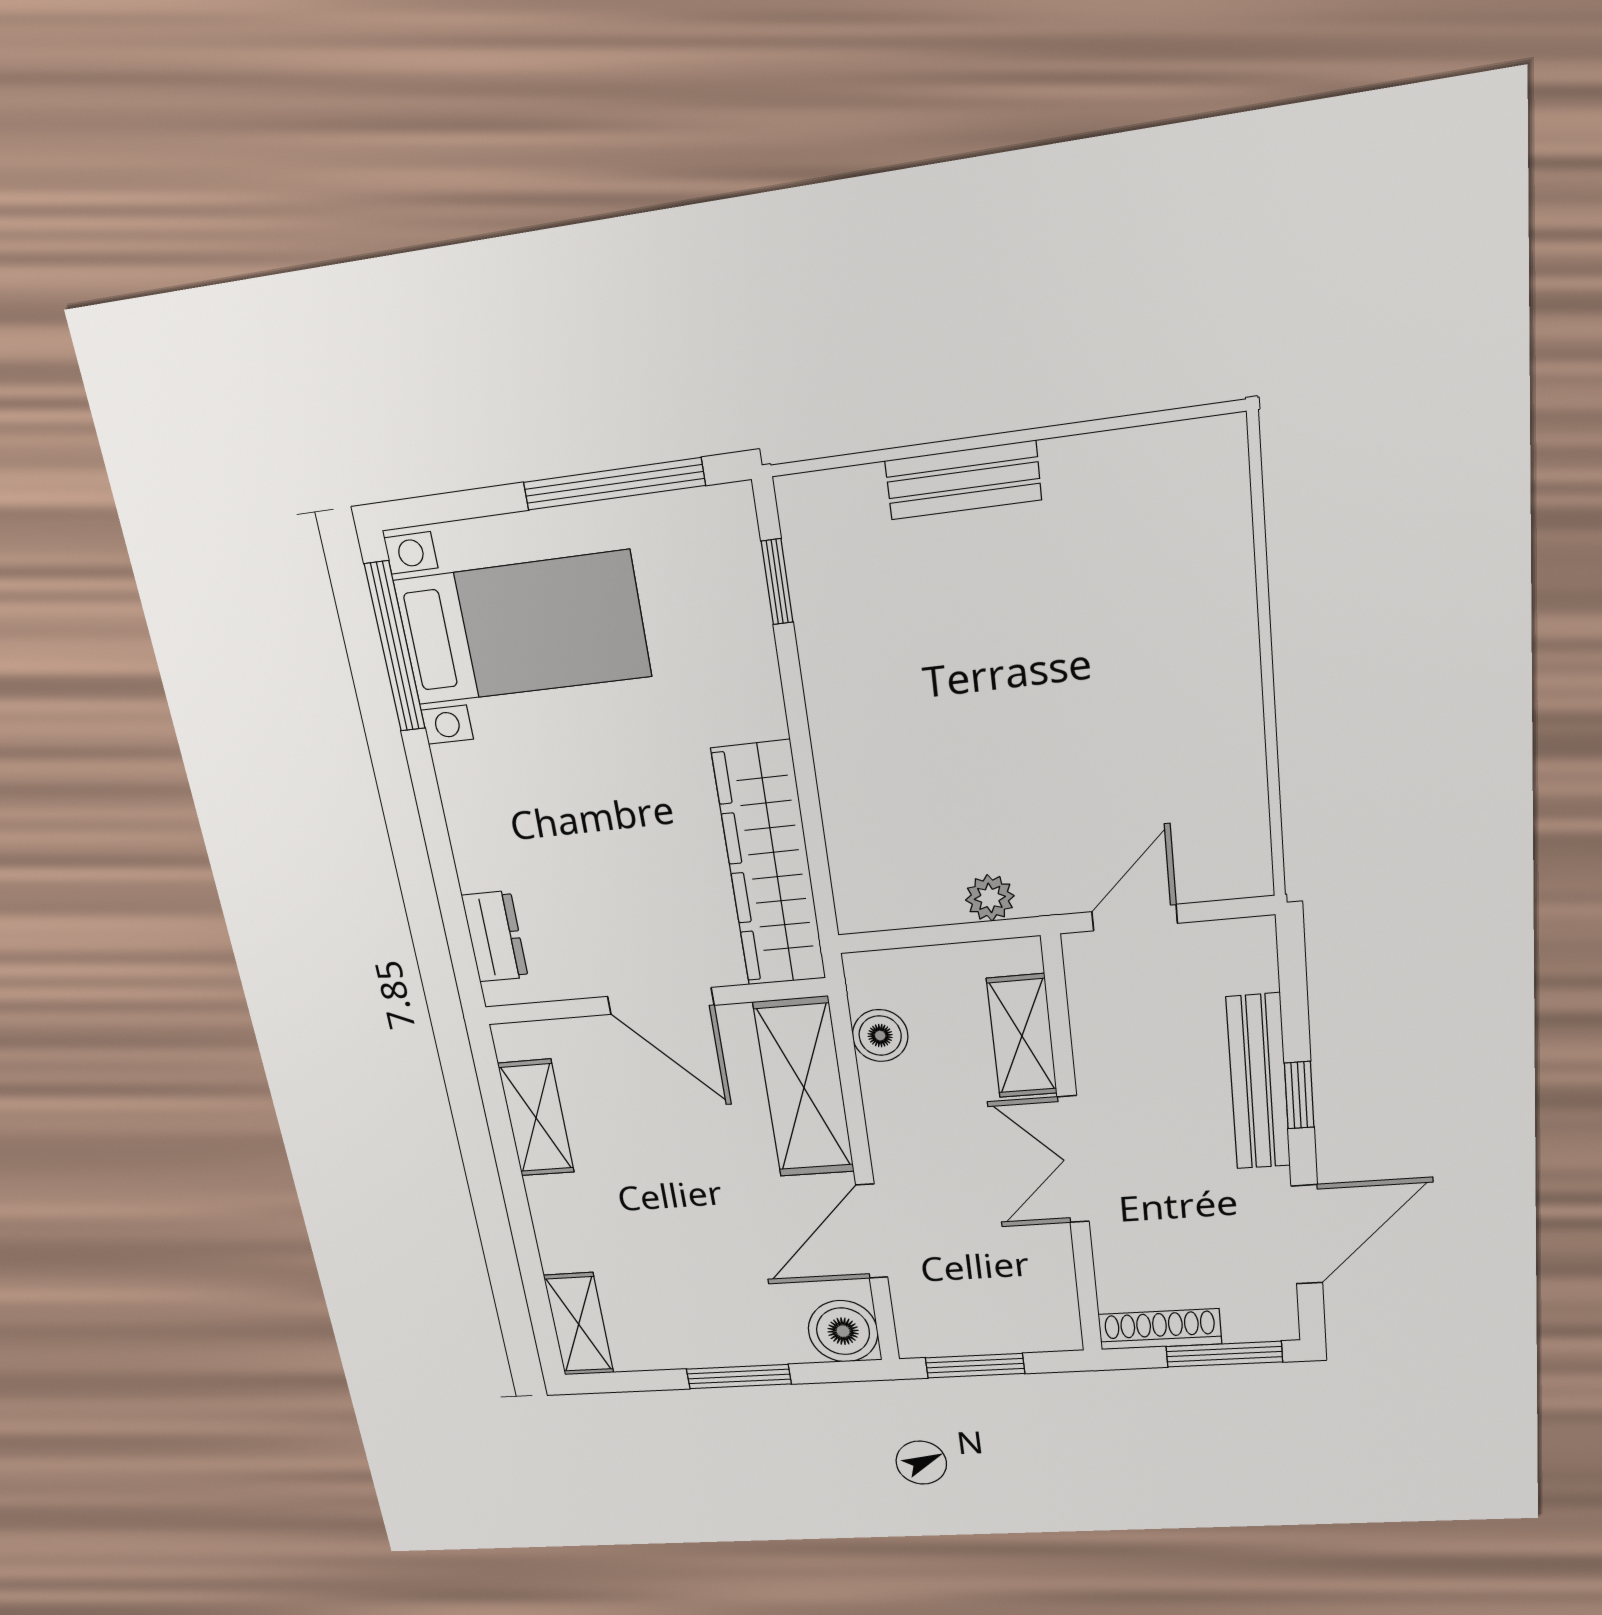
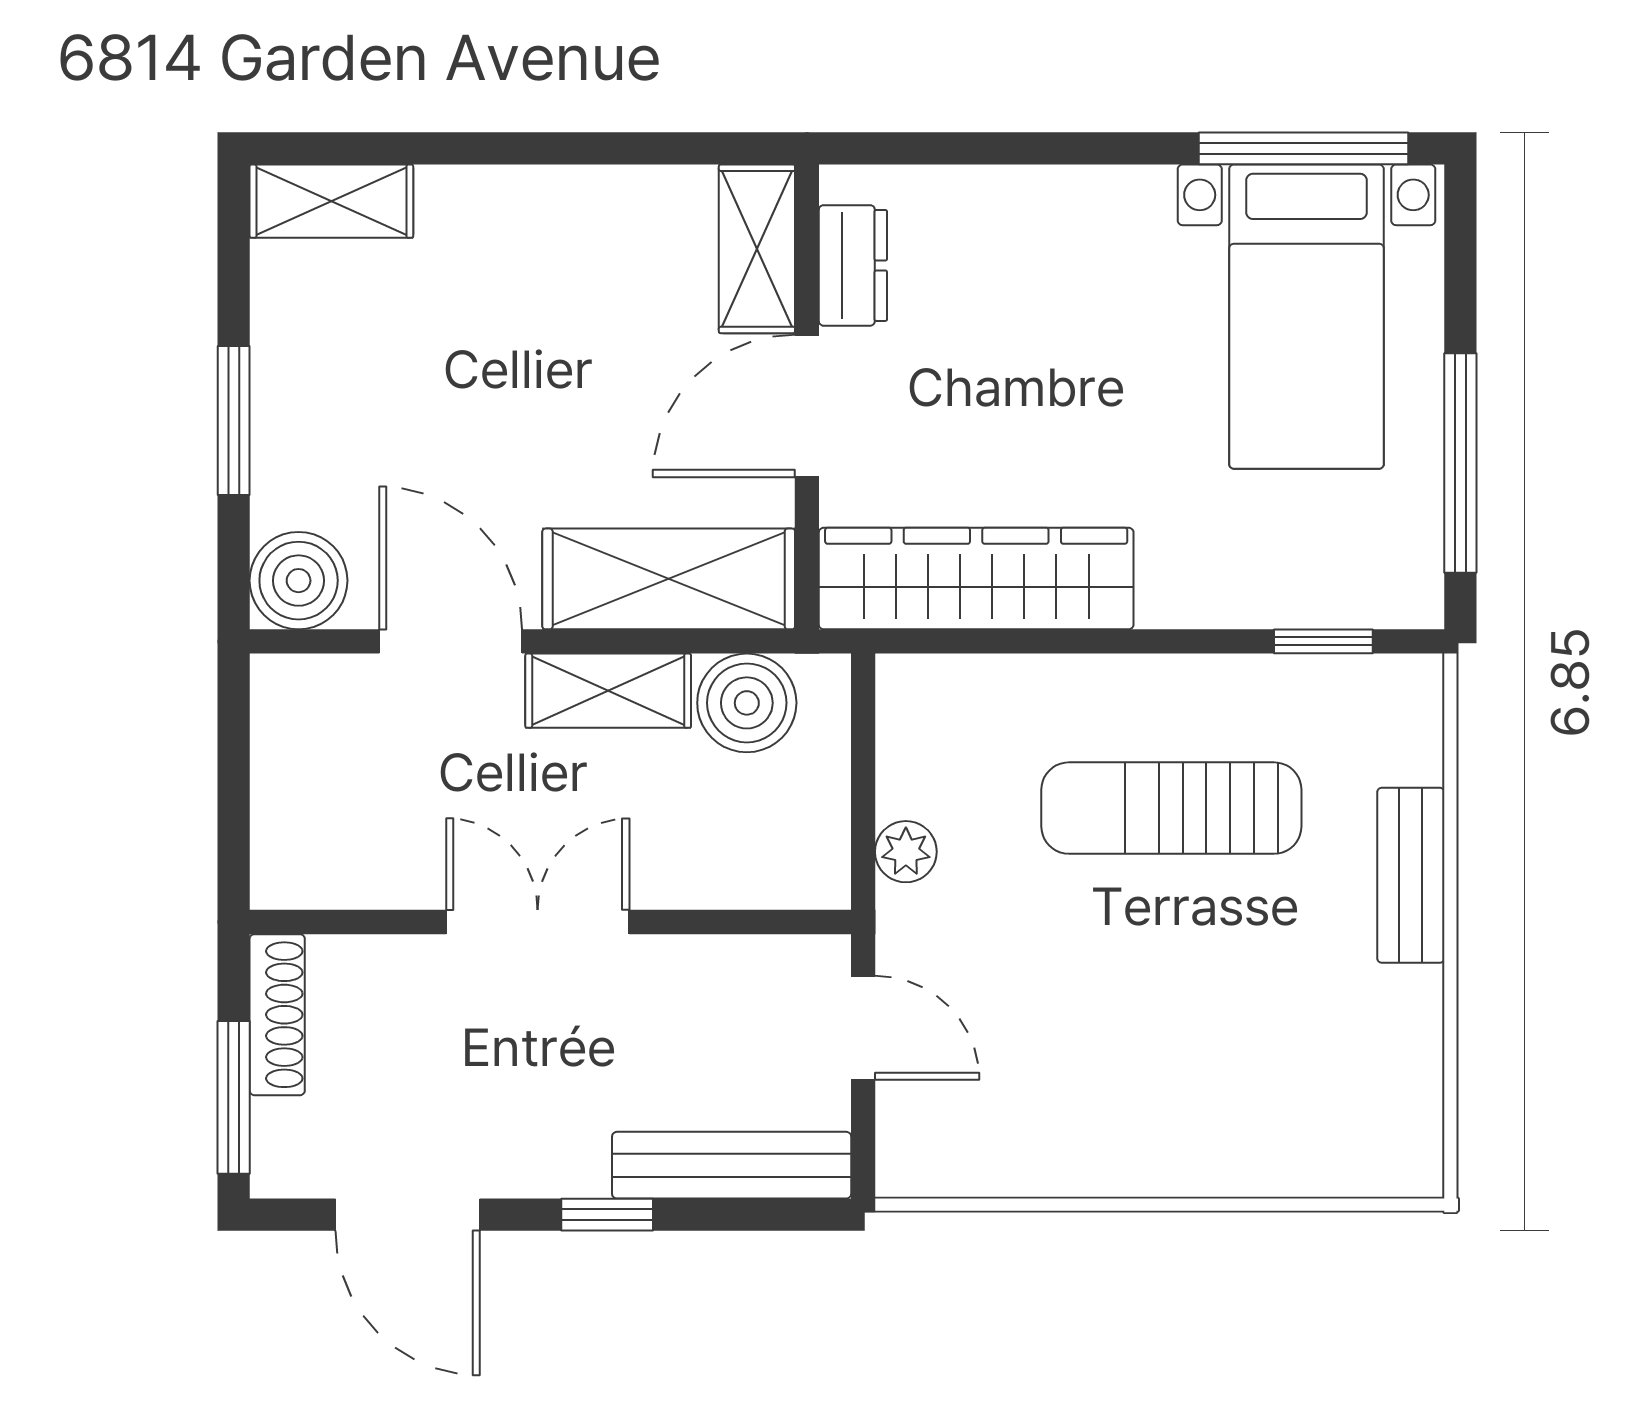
sun lounger: (930, 692) -> (1171, 808), added
dresser: (495, 937) -> (853, 265), moved, turned -90
boiler: (880, 1036) -> (747, 703), width x1.36, depth x1.36
shelving: (1022, 1036) -> (608, 691), moved
bench: (1258, 1082) -> (732, 1165), moved
shelving: (536, 1118) -> (757, 249), moved, turned 90
window: (975, 1366) -> (234, 758), removed

